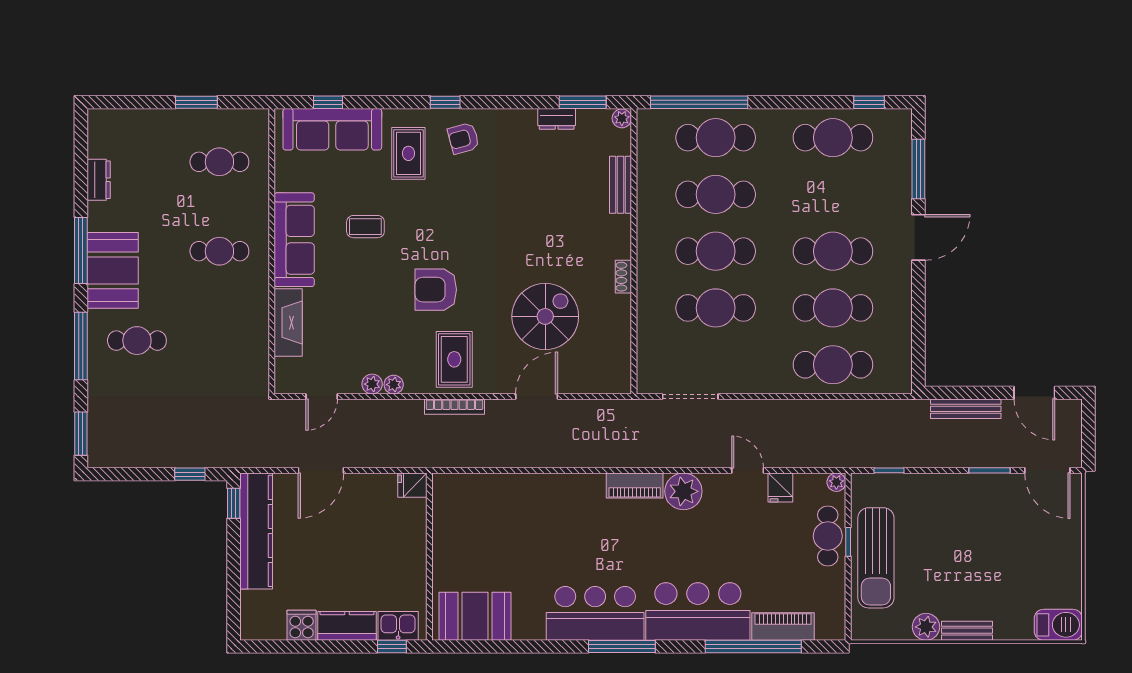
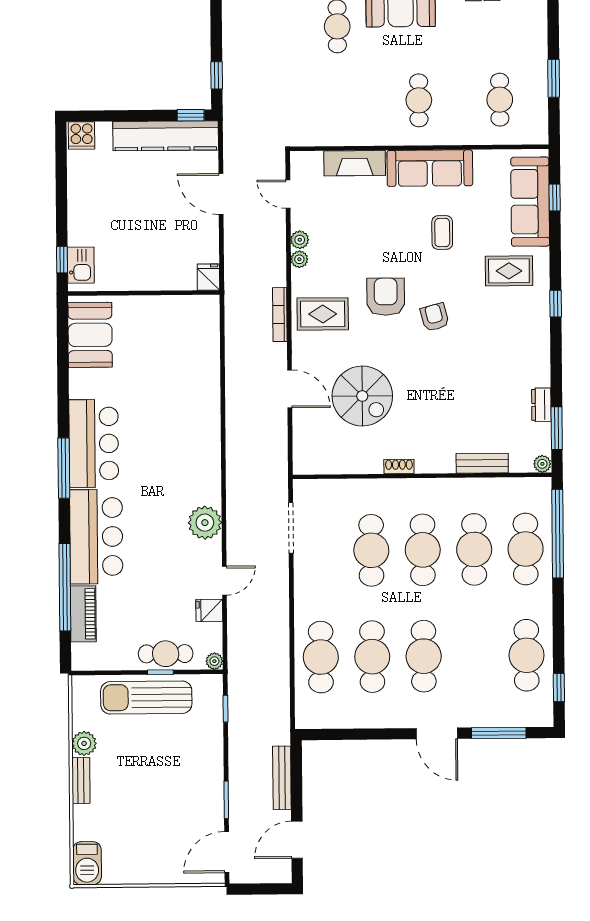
armchair: (463, 138) -> (435, 317), moved
piano: (635, 486) -> (210, 478), removed
cooker: (302, 625) -> (82, 135), moved, turned 90
kitchen counter: (347, 626) -> (80, 219), removed

